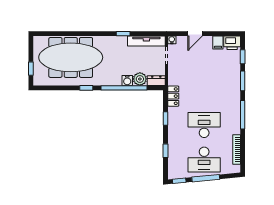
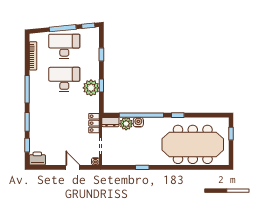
door: (195, 34) -> (73, 167), hinge flipped
tv unit: (146, 41) -> (120, 160), removed
filing cabinet: (218, 43) -> (51, 159), removed
locker: (173, 96) -> (94, 123), moved
plant: (176, 116) -> (91, 88), added
desk: (204, 125) -> (64, 79), turned 180

